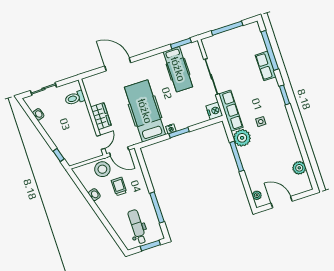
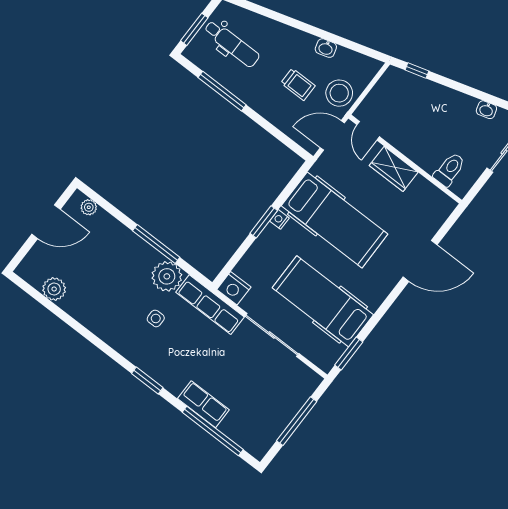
hospital bed: (178, 69) -> (323, 301), width x1.37, depth x1.29

